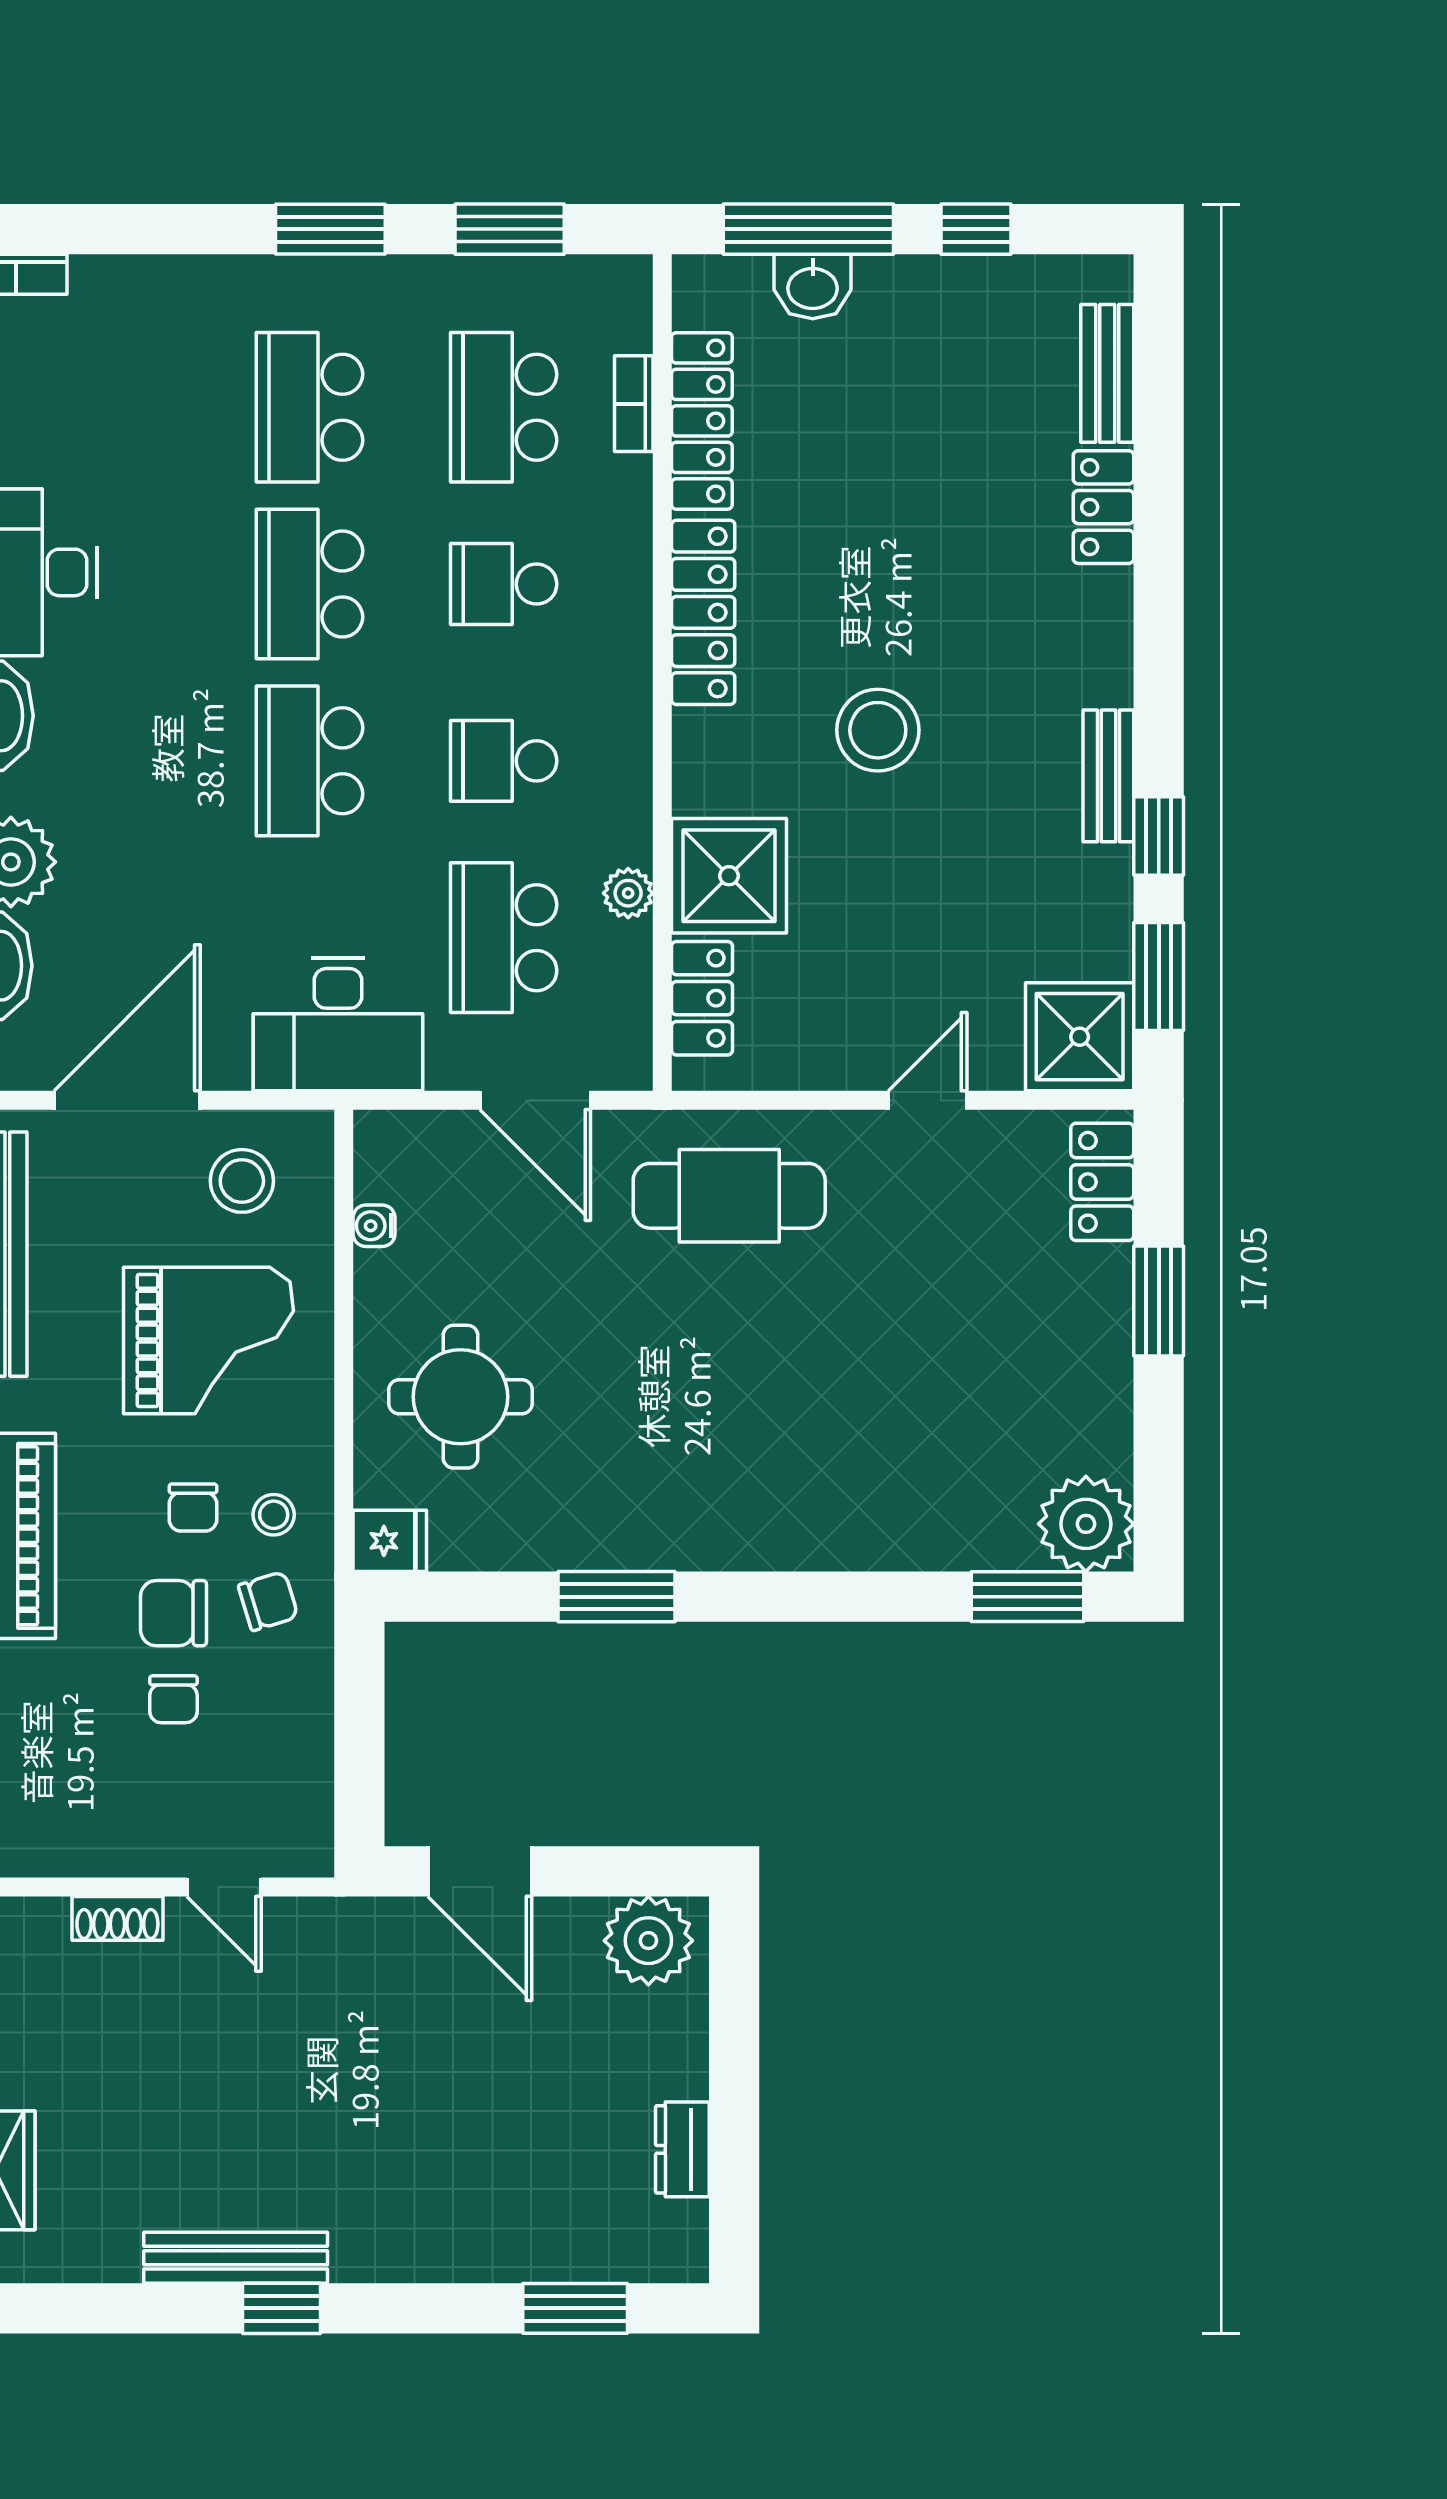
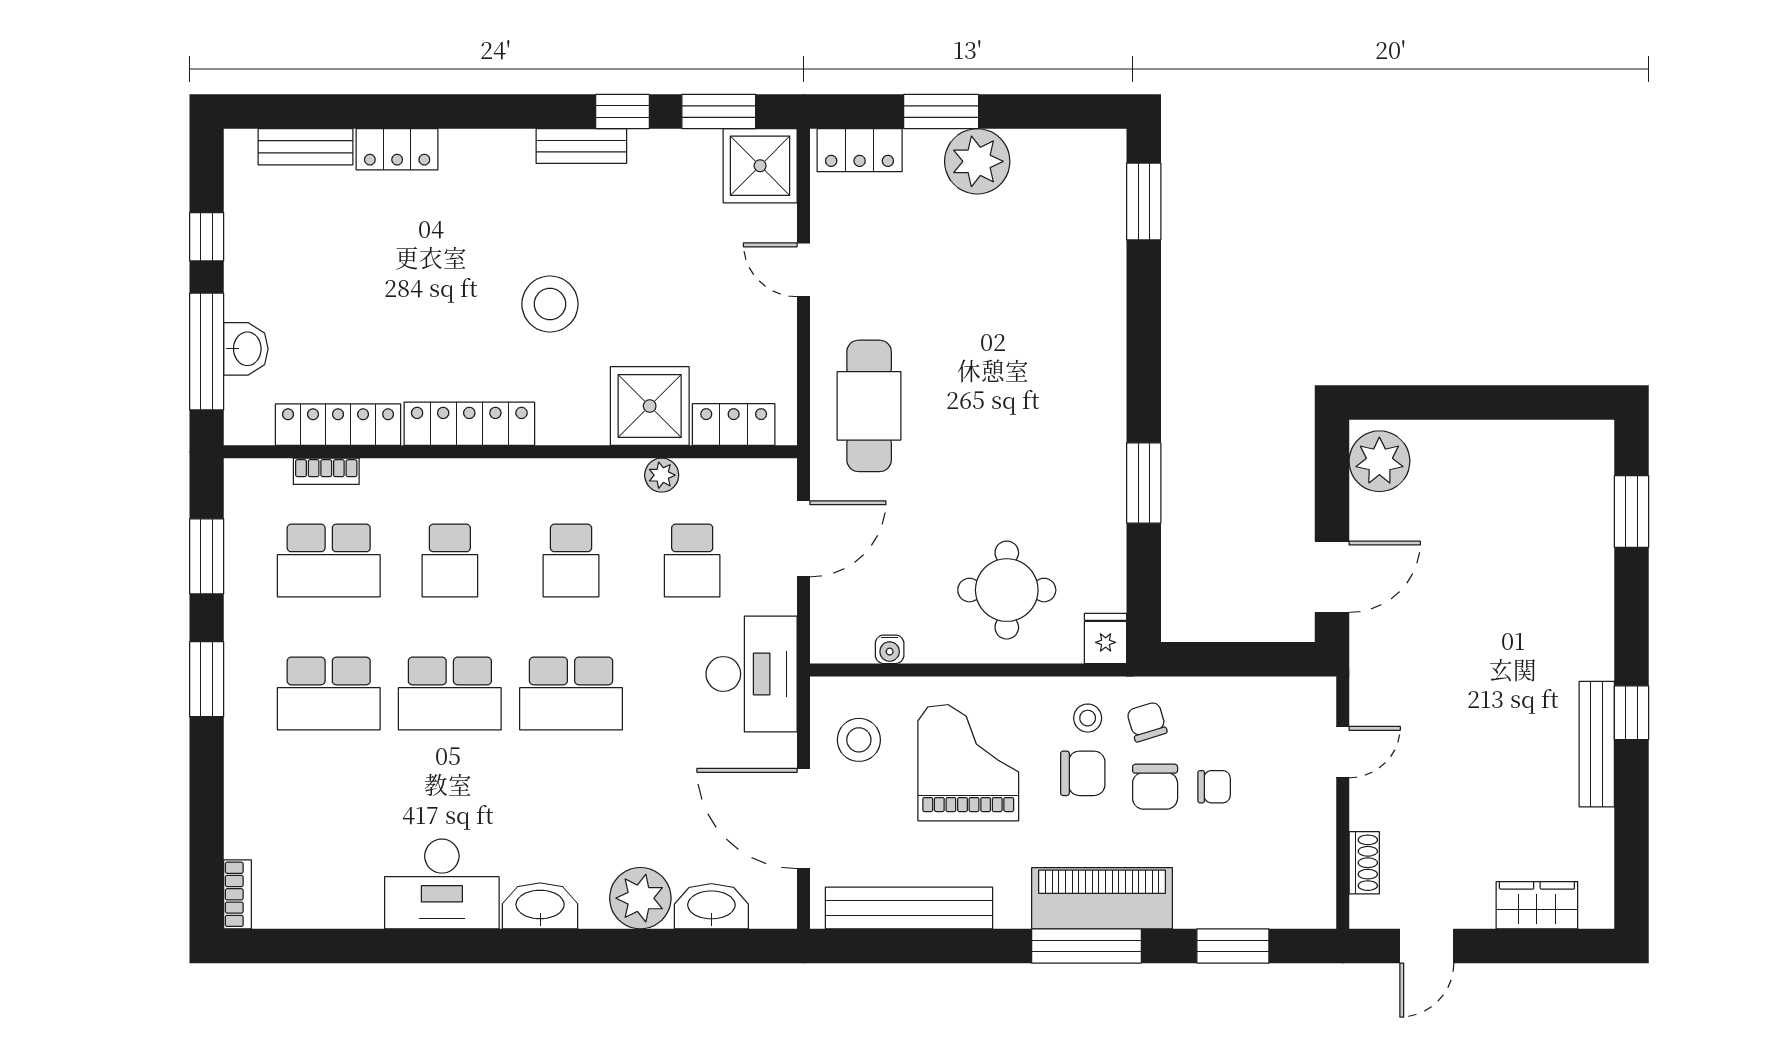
school desk: (504, 938) -> (692, 560), width x0.54
chair: (193, 1508) -> (1083, 773), width x1.37, depth x1.37
plant: (1086, 1524) -> (977, 161), moved
shoe rack: (117, 1918) -> (1364, 863), moved
dresser: (682, 2149) -> (1523, 438), removed

